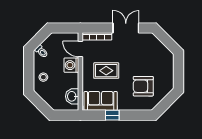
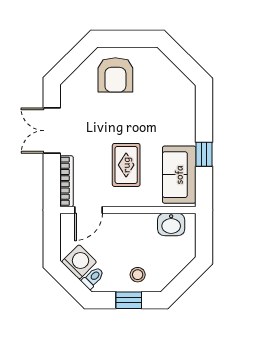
washing machine: (71, 65) -> (79, 262), moved, turned -135
window: (29, 72) -> (129, 300), added
armchair: (143, 86) -> (115, 75), moved

